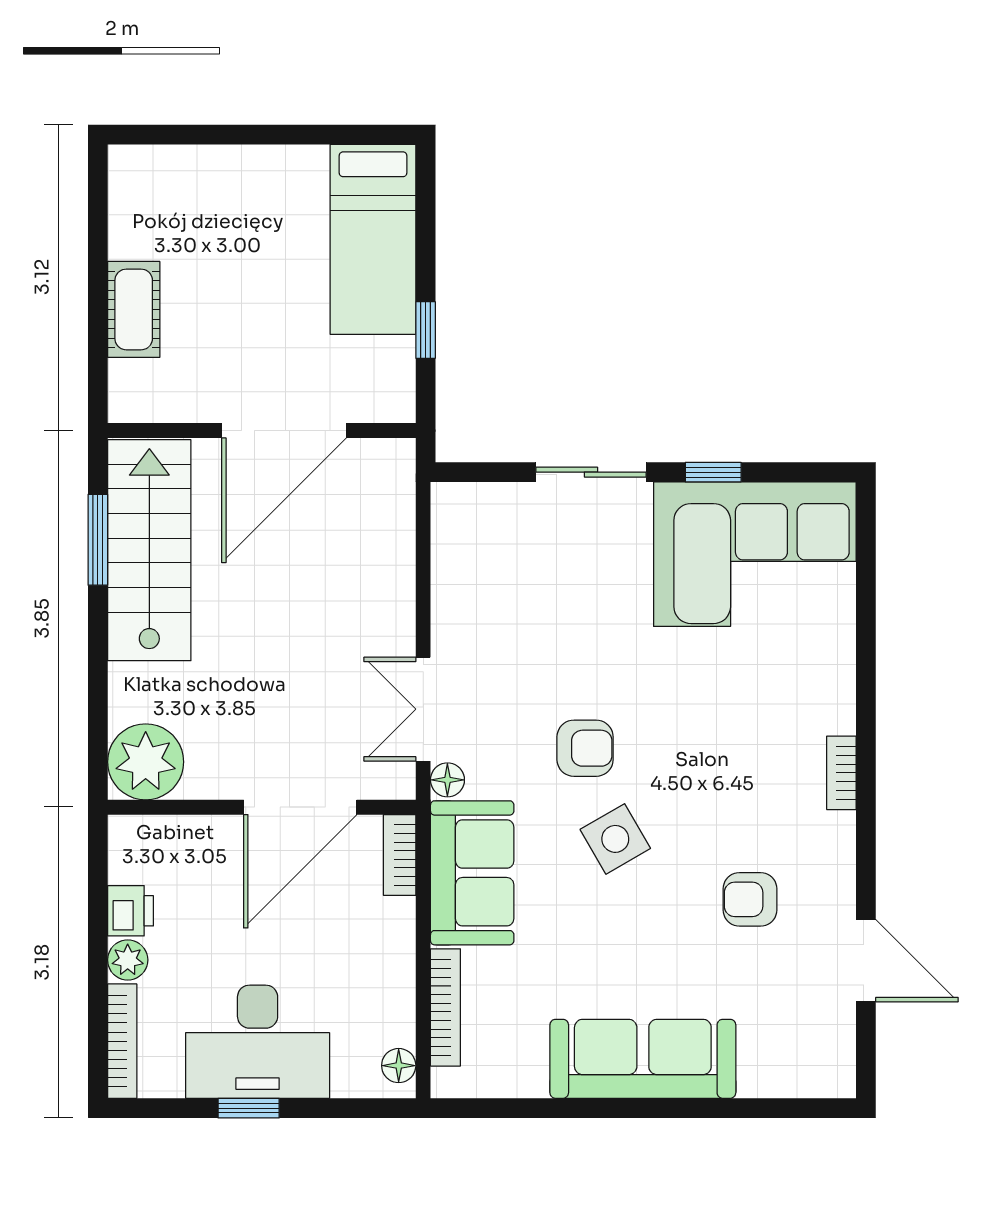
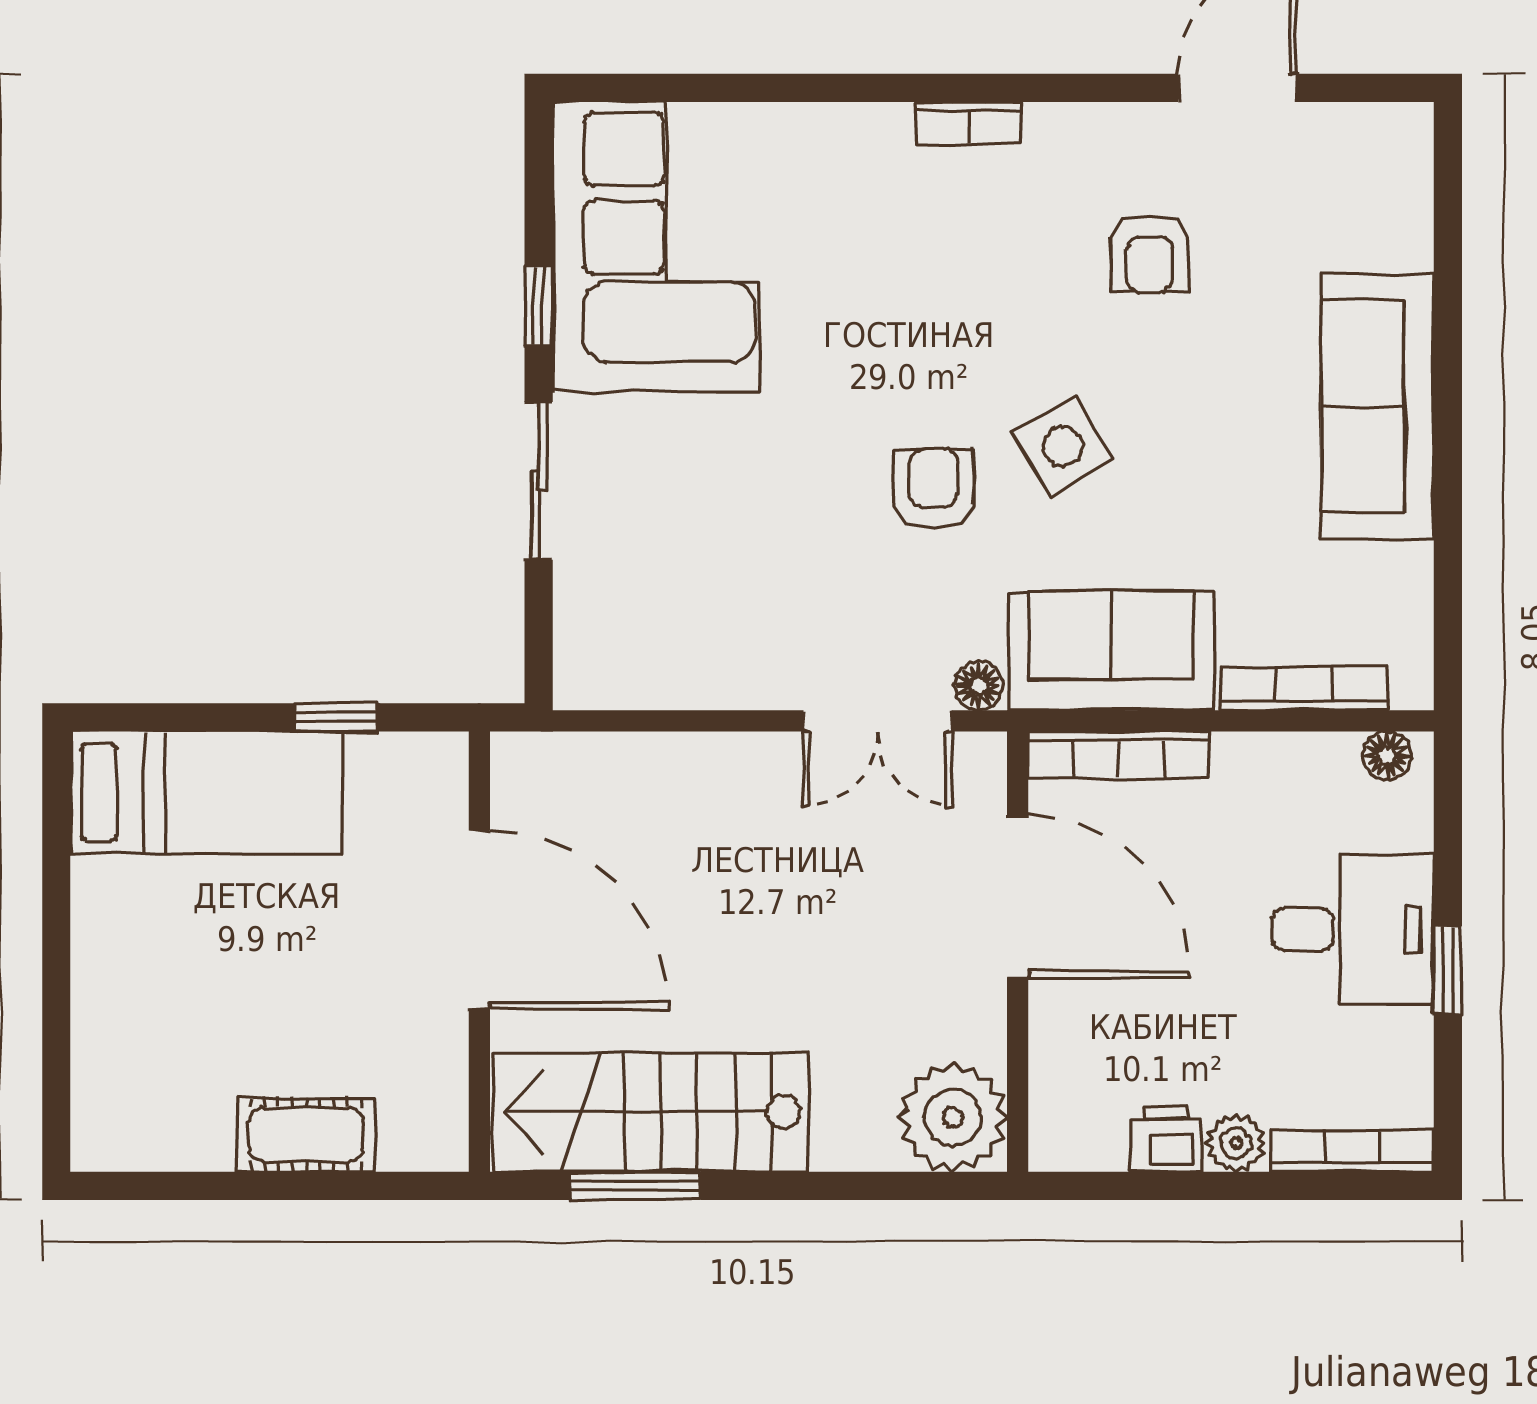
bookcase: (400, 855) -> (1118, 754), width x1.56
desk: (258, 1042) -> (1353, 929), width x0.73

